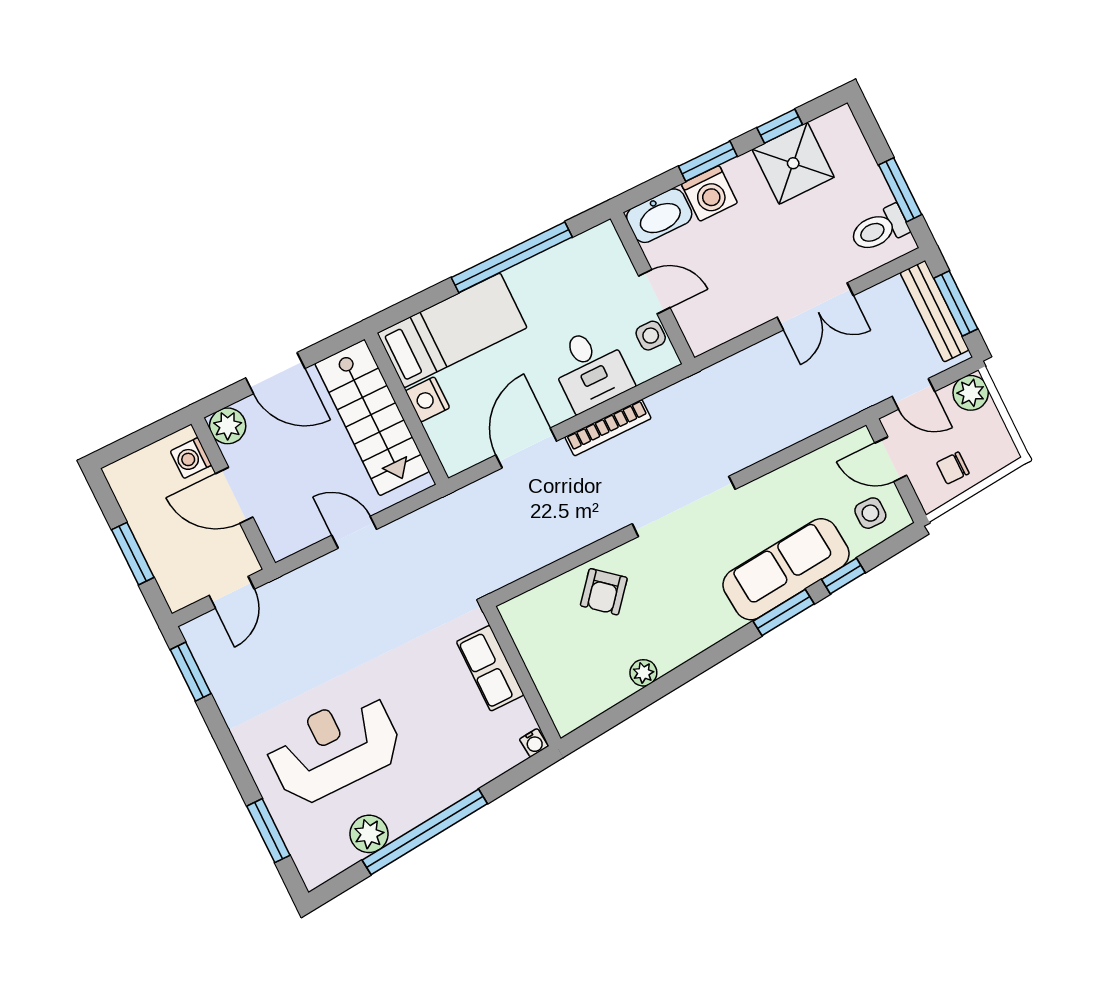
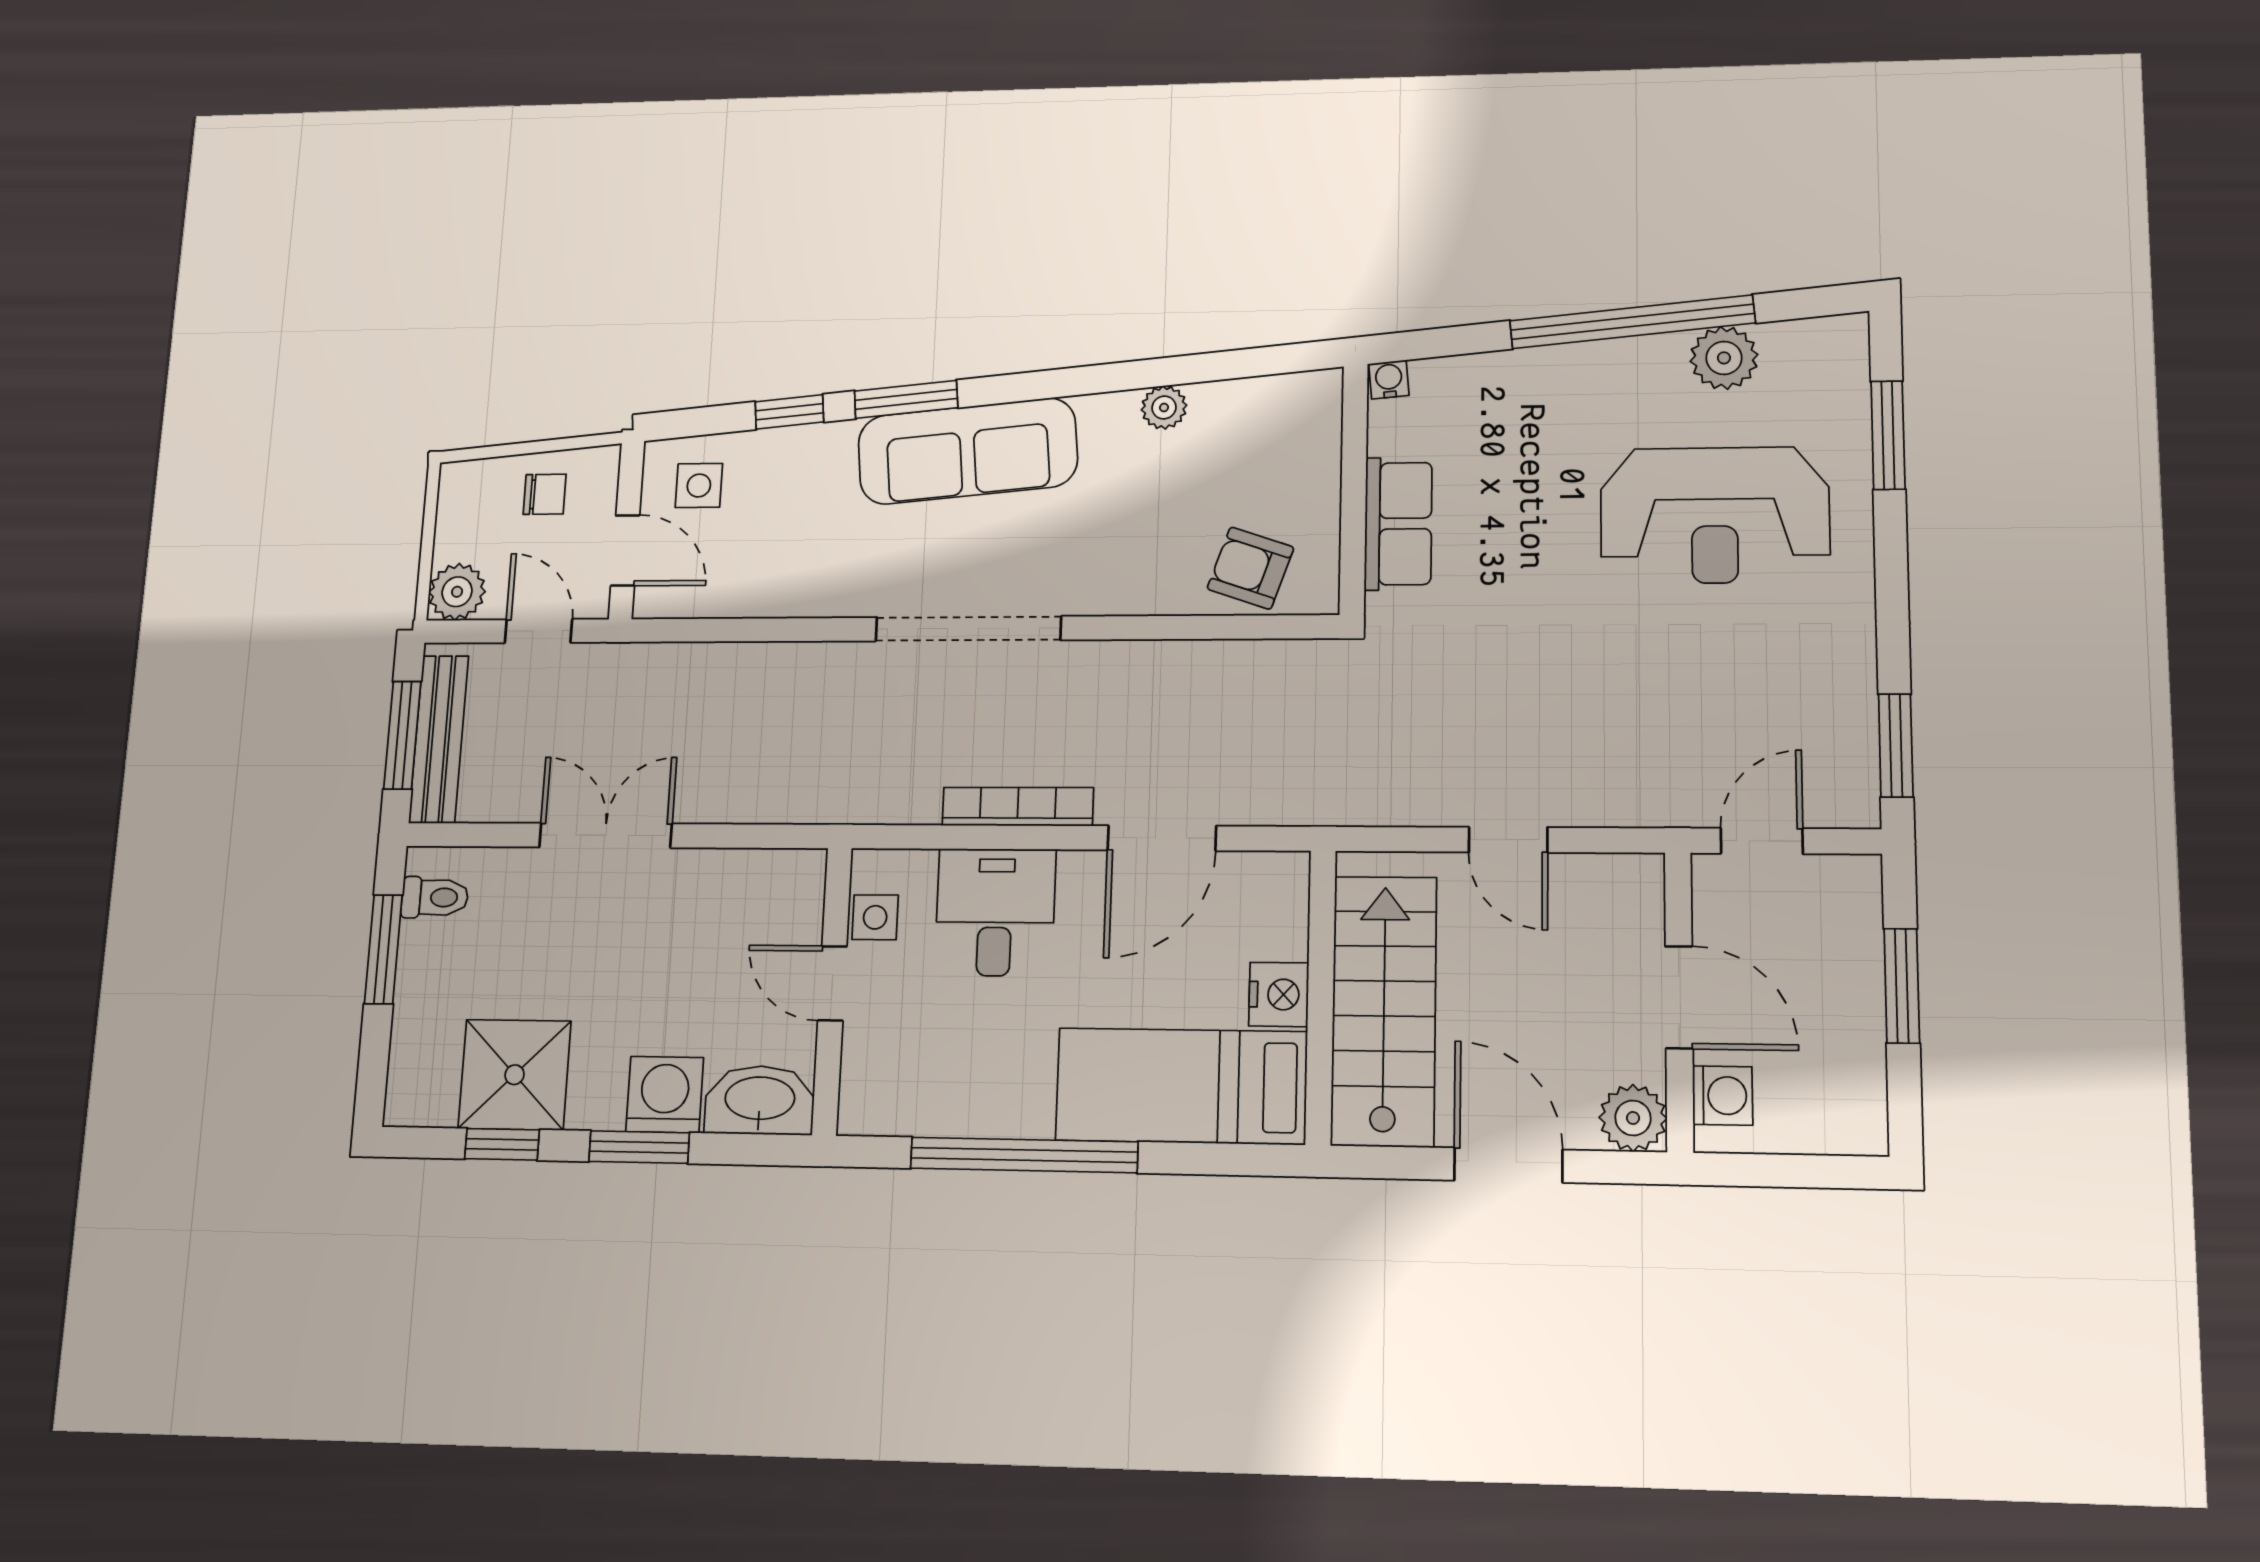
toilet: (879, 229) -> (435, 897), width x0.73, depth x0.72
sofa: (786, 569) -> (967, 451), moved
armchair: (604, 592) -> (1250, 568), moved, turned -111

